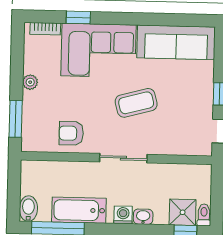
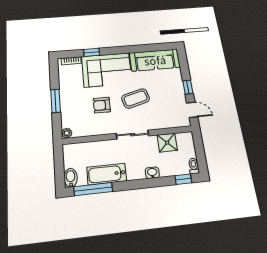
plant: (30, 82) -> (67, 133), moved
window: (16, 119) -> (56, 101), moved
armchair: (71, 133) -> (102, 105), moved
shower: (183, 212) -> (167, 143), moved
washing machine: (123, 215) -> (138, 173), removed

